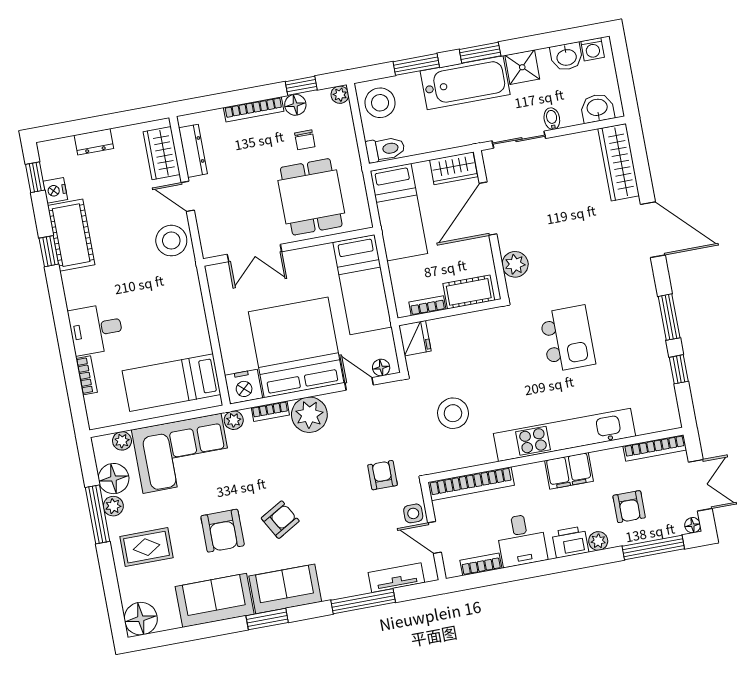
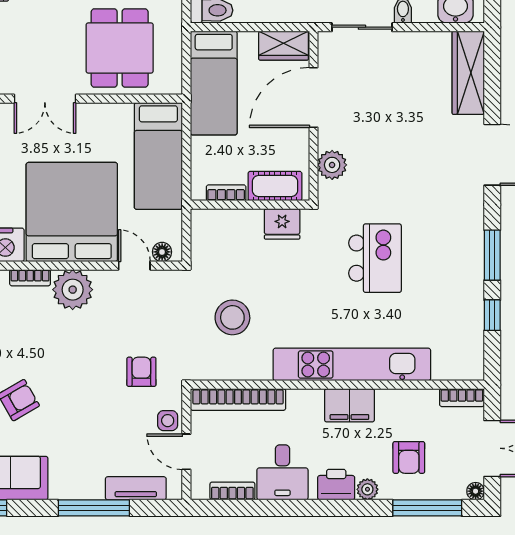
fridge: (415, 338) -> (282, 224), moved, turned 90
bookcase: (655, 448) -> (462, 398), width x0.64

